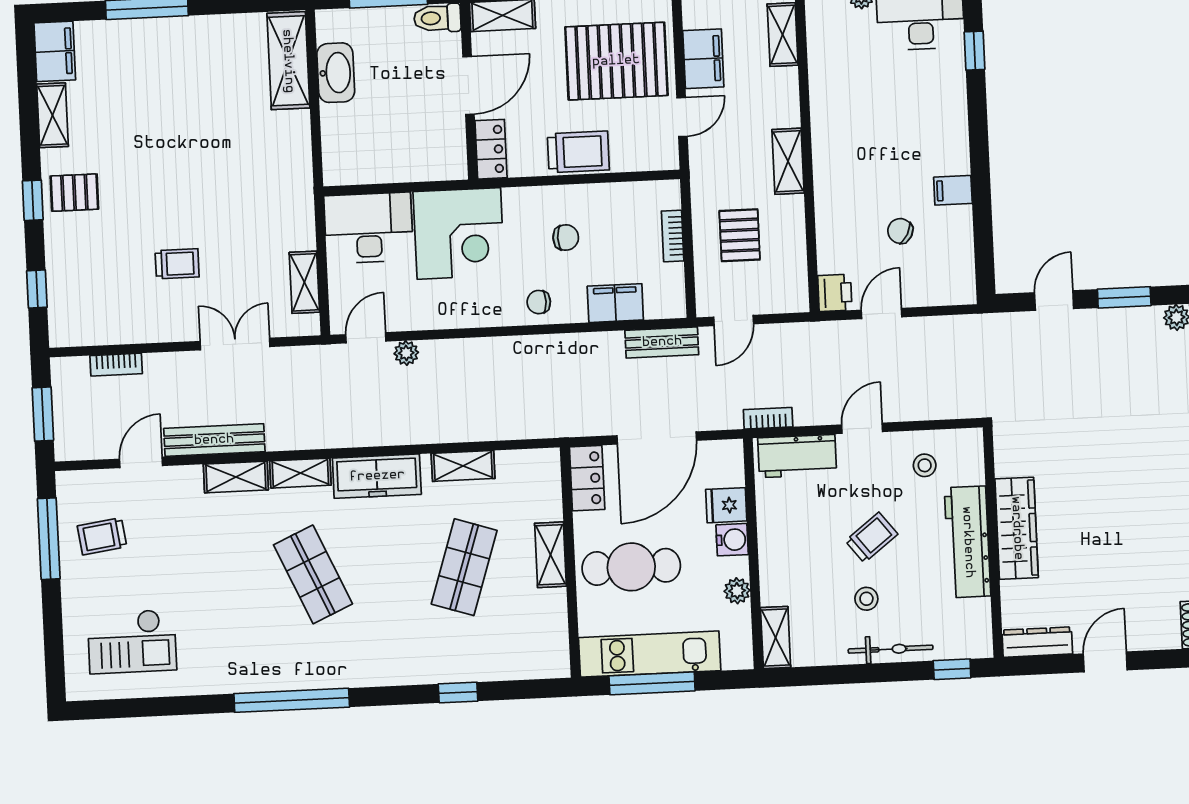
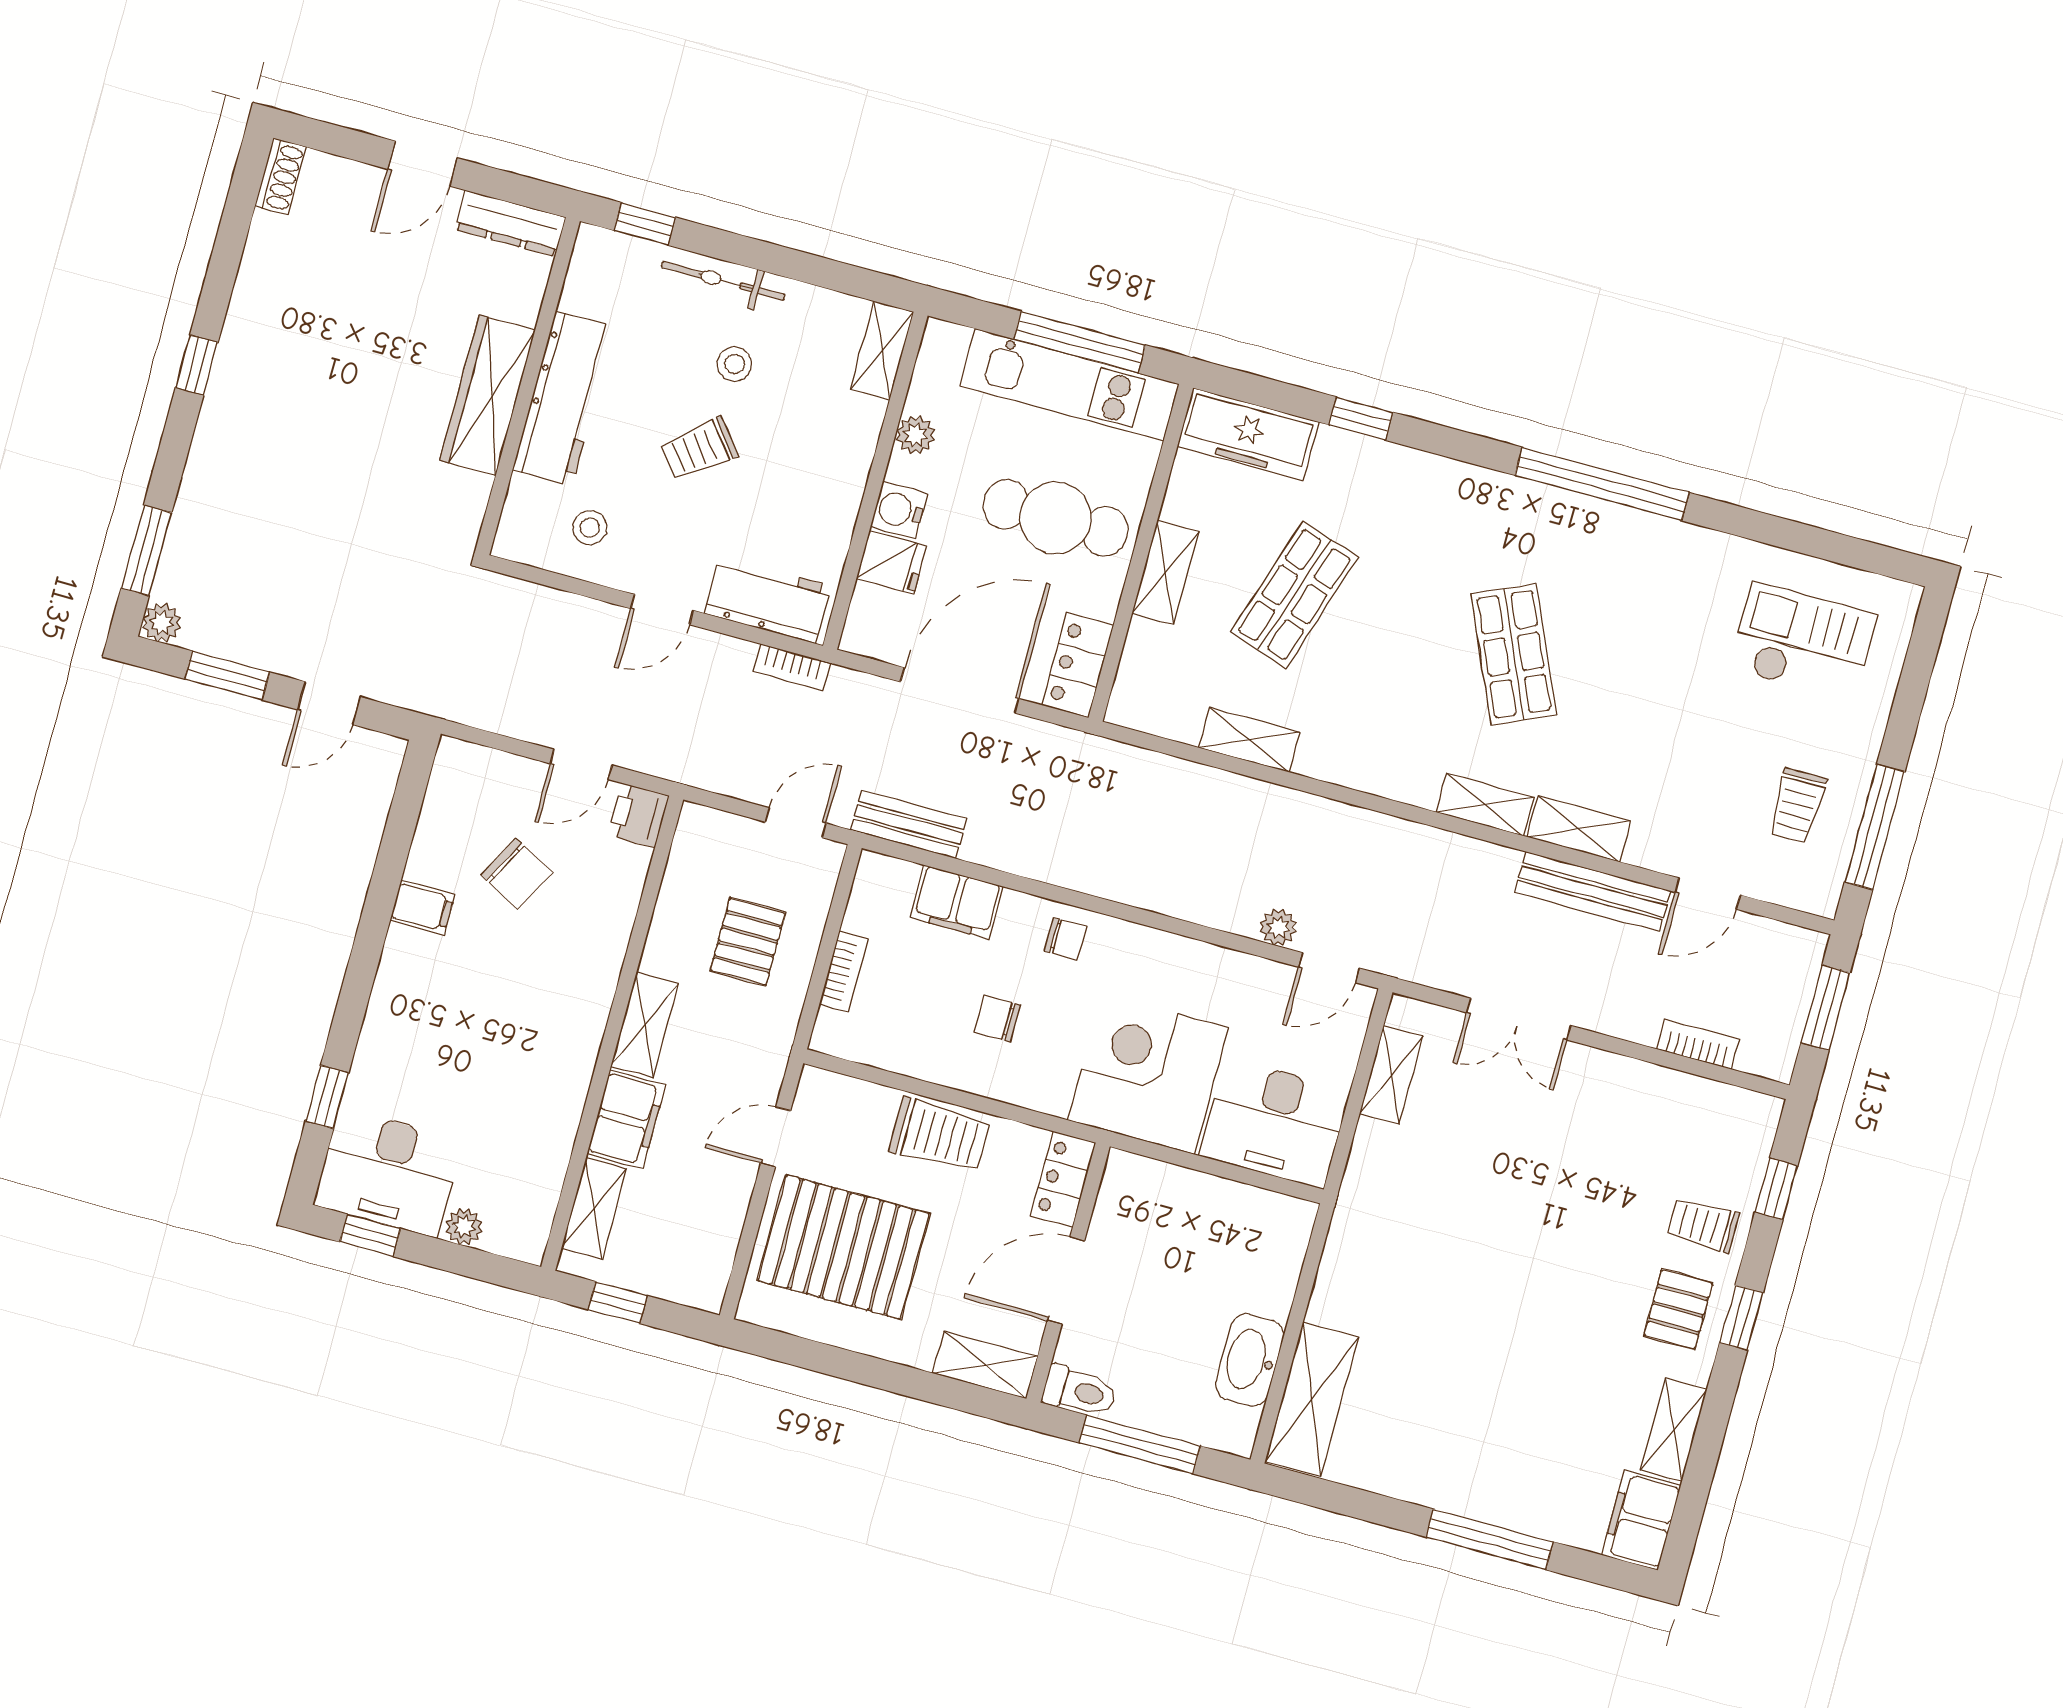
filing cabinet: (703, 59) -> (626, 1119), moved, turned 180
trolley: (578, 152) -> (940, 1135), turned 180
pallet: (74, 193) -> (1678, 1309), turned 90
chair: (900, 231) -> (516, 874), width x1.37, depth x1.37
trolley: (177, 264) -> (1703, 1225), moved
freezer: (377, 476) -> (1248, 434), moved, turned 180
trolley: (102, 536) -> (1797, 806), turned 98

